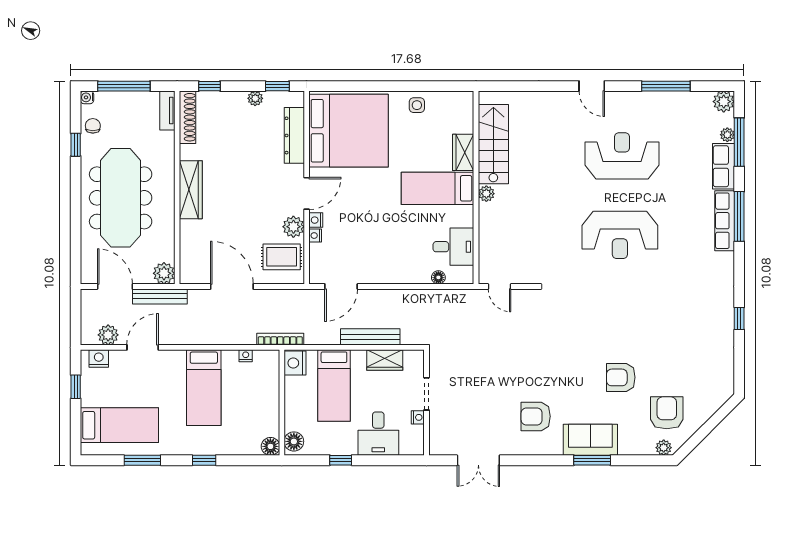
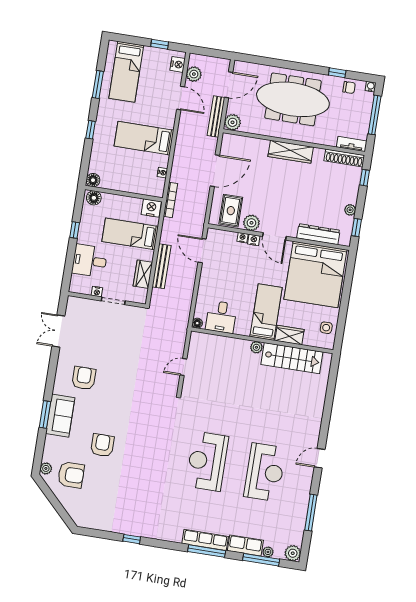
stairs: (493, 144) -> (292, 358), moved
wardrobe: (463, 152) -> (290, 335), moved
bed: (438, 188) -> (266, 312), moved
wall: (476, 188) -> (262, 340), moved
plant: (486, 194) -> (256, 347), moved
desk: (453, 247) -> (221, 317), moved

